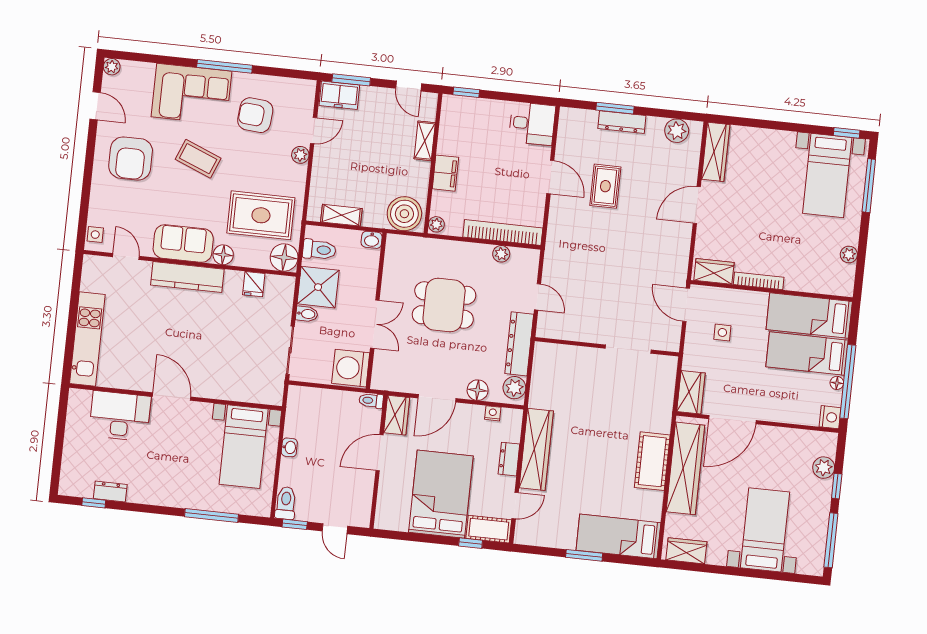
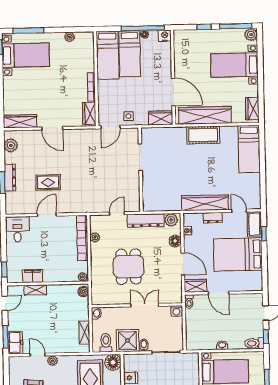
filing cabinet: (445, 173) -> (33, 276), moved
boiler: (404, 214) -> (83, 292), width x0.54, depth x0.54
side table: (722, 332) -> (128, 116), moved
washing machine: (351, 368) -> (176, 311), width x0.53, depth x0.53
plant: (824, 468) -> (251, 35), moved
window: (584, 555) -> (263, 167), removed

